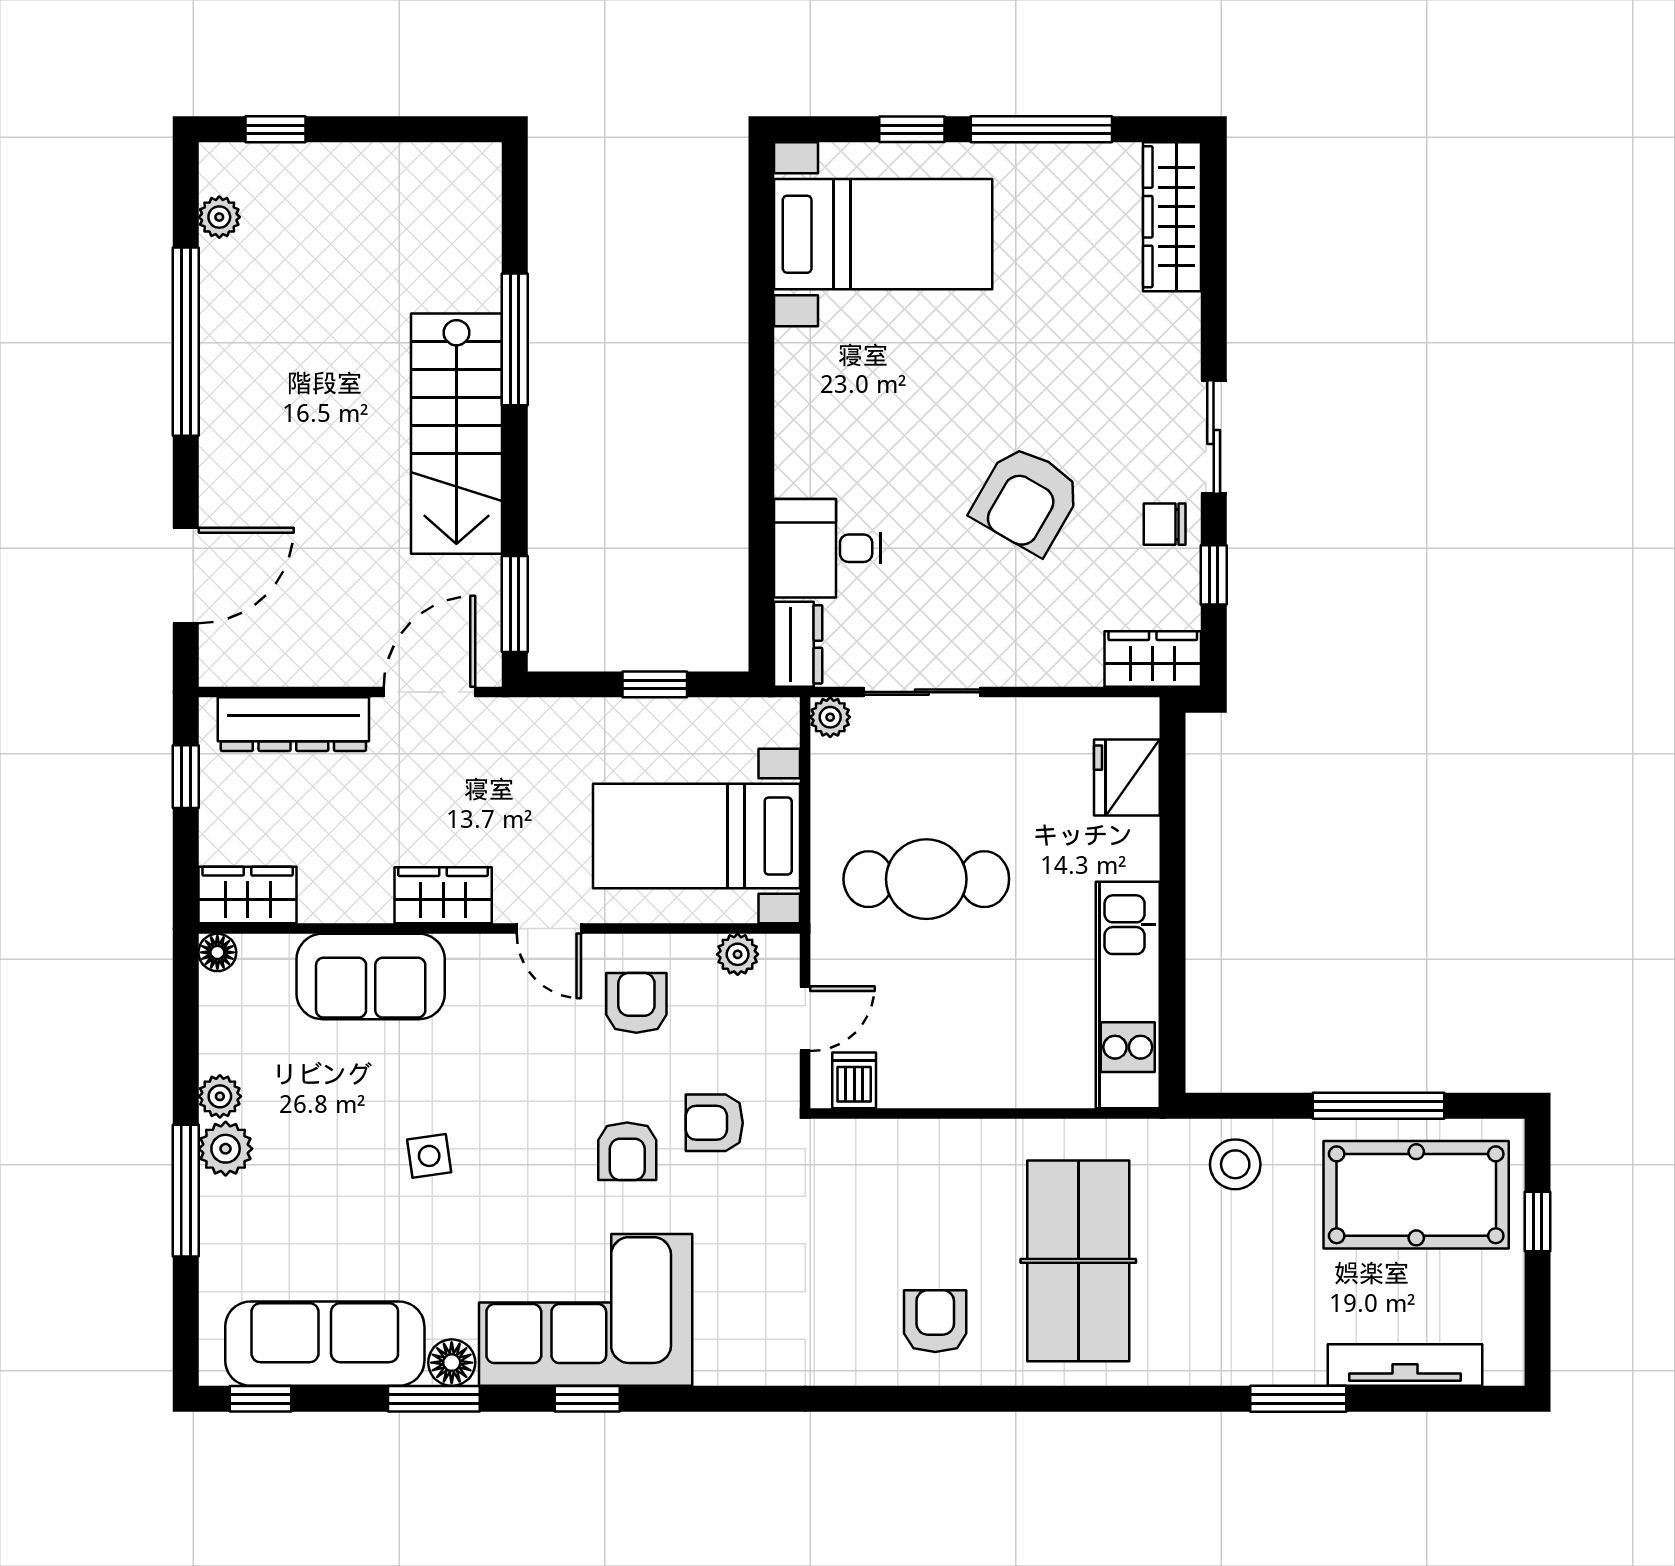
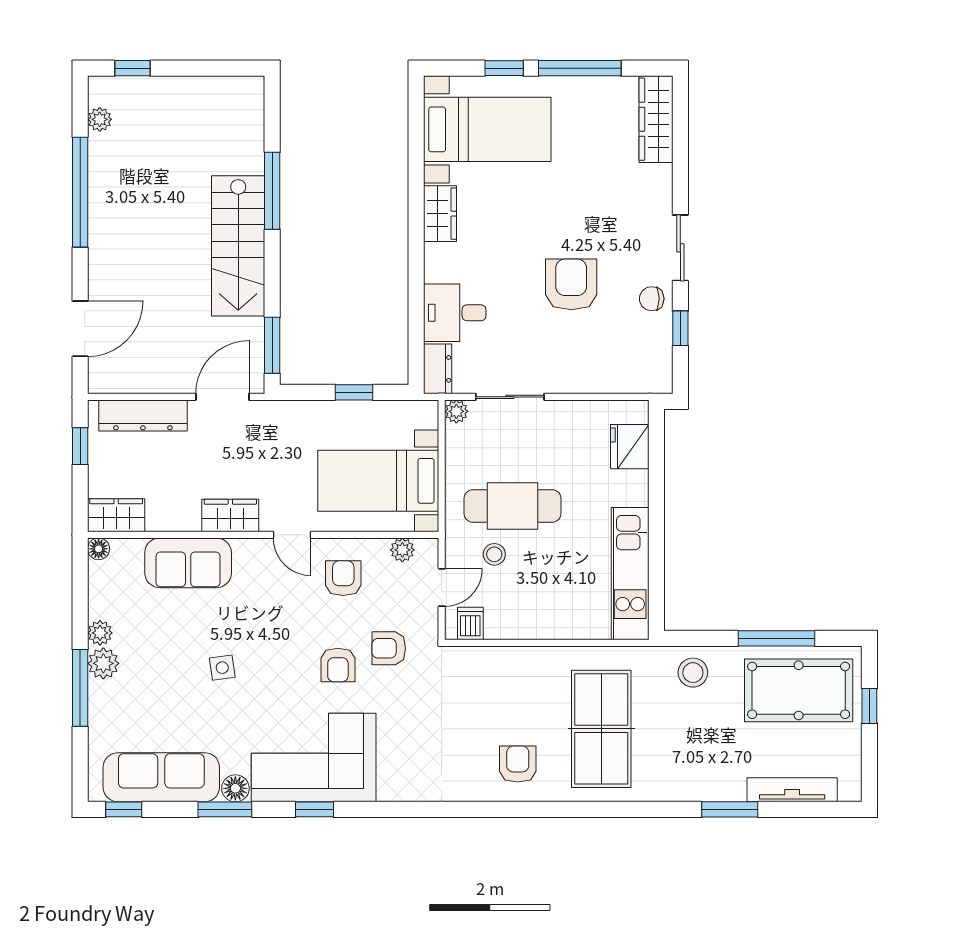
armchair: (1027, 500) -> (571, 284), turned 150
wardrobe: (1153, 659) -> (440, 214), moved, turned 90
stool: (895, 962) -> (494, 554), added

